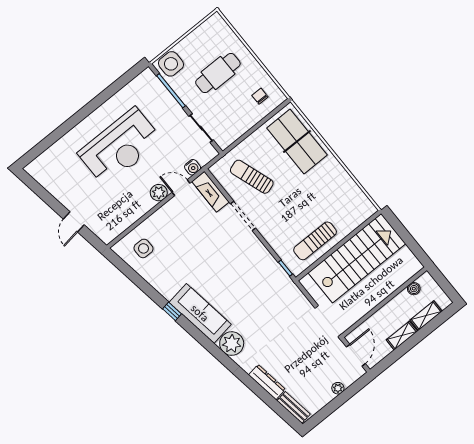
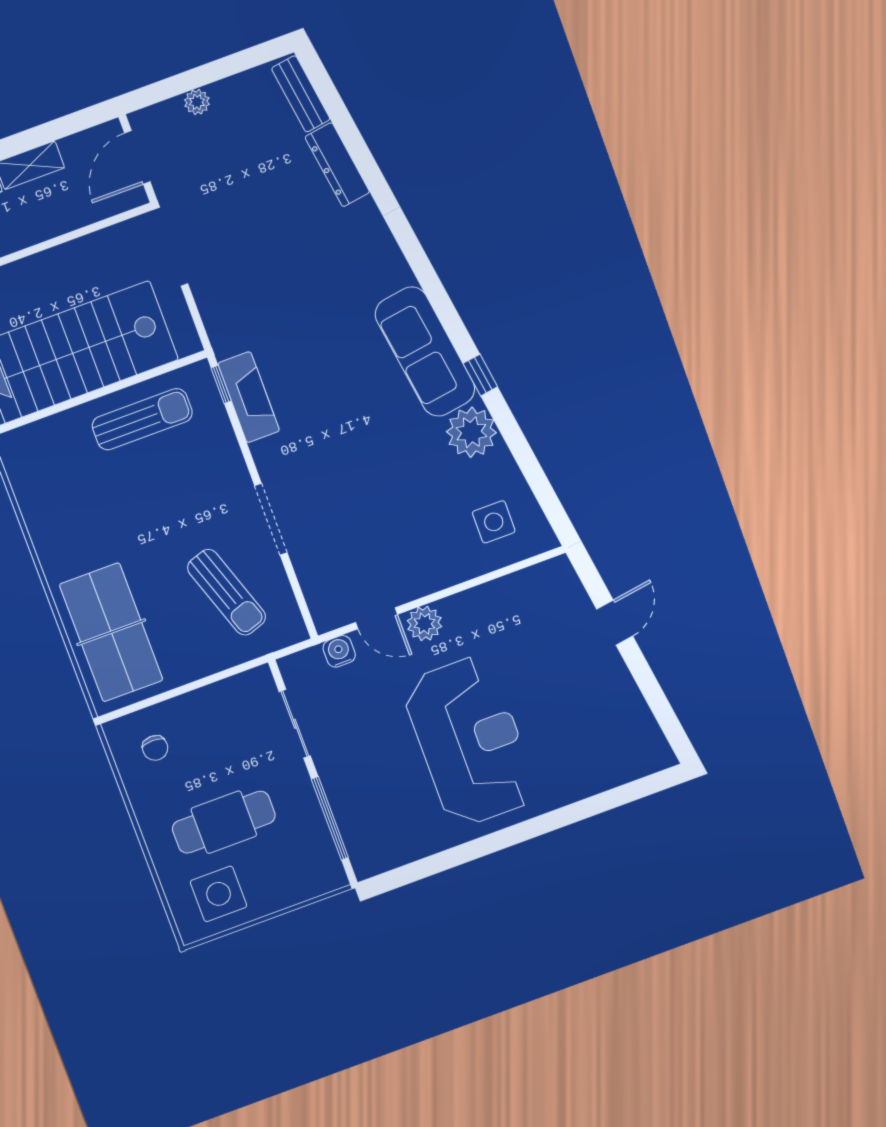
side table: (171, 64) -> (219, 894), moved
reception desk: (120, 147) -> (470, 741), turned 90
fireplace: (211, 192) -> (249, 397), moved
plant: (232, 344) -> (471, 432), moved

